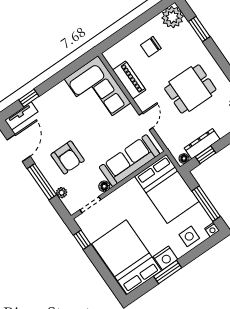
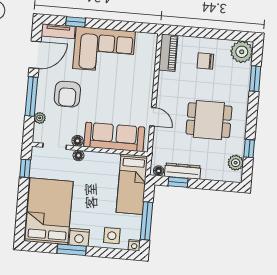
piano: (129, 80) -> (168, 53), moved
corner sofa: (98, 91) -> (104, 50), moved, turned -90
door: (146, 121) -> (153, 117), hinge flipped
bed: (167, 189) -> (132, 184), width x0.67
floor lamp: (114, 197) -> (78, 155), added

